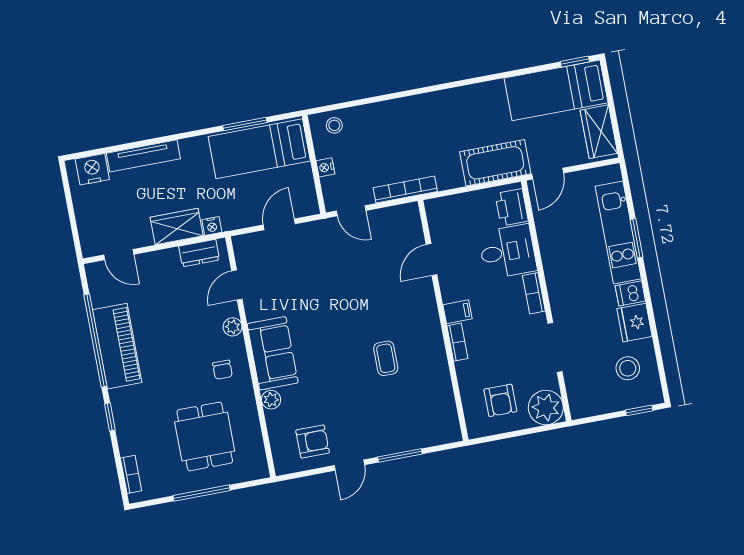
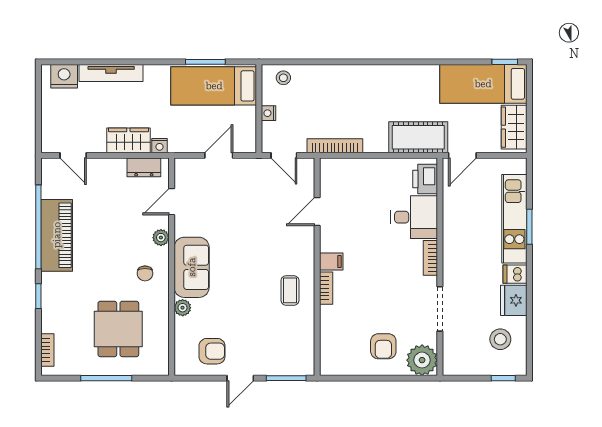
door: (432, 260) -> (317, 212), moved
filing cabinet: (458, 312) -> (331, 262), moved
wall: (443, 320) -> (317, 267), moved
bookcase: (457, 342) -> (326, 288), moved

